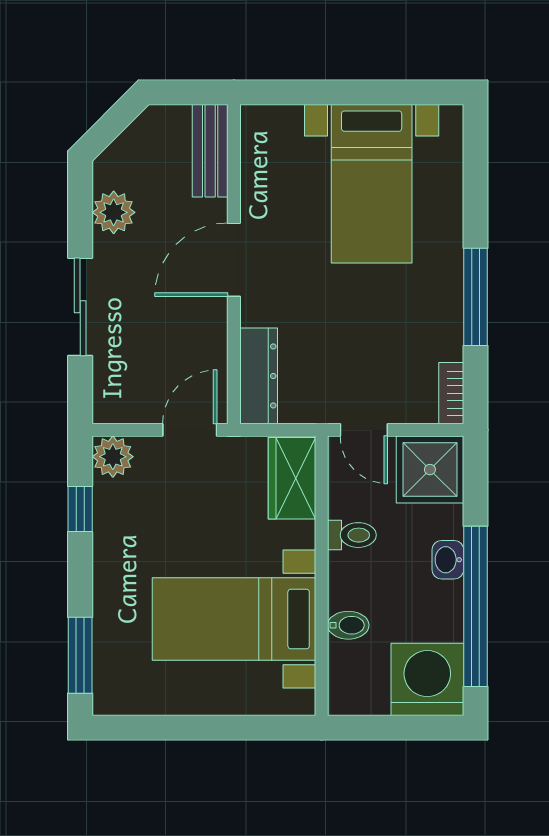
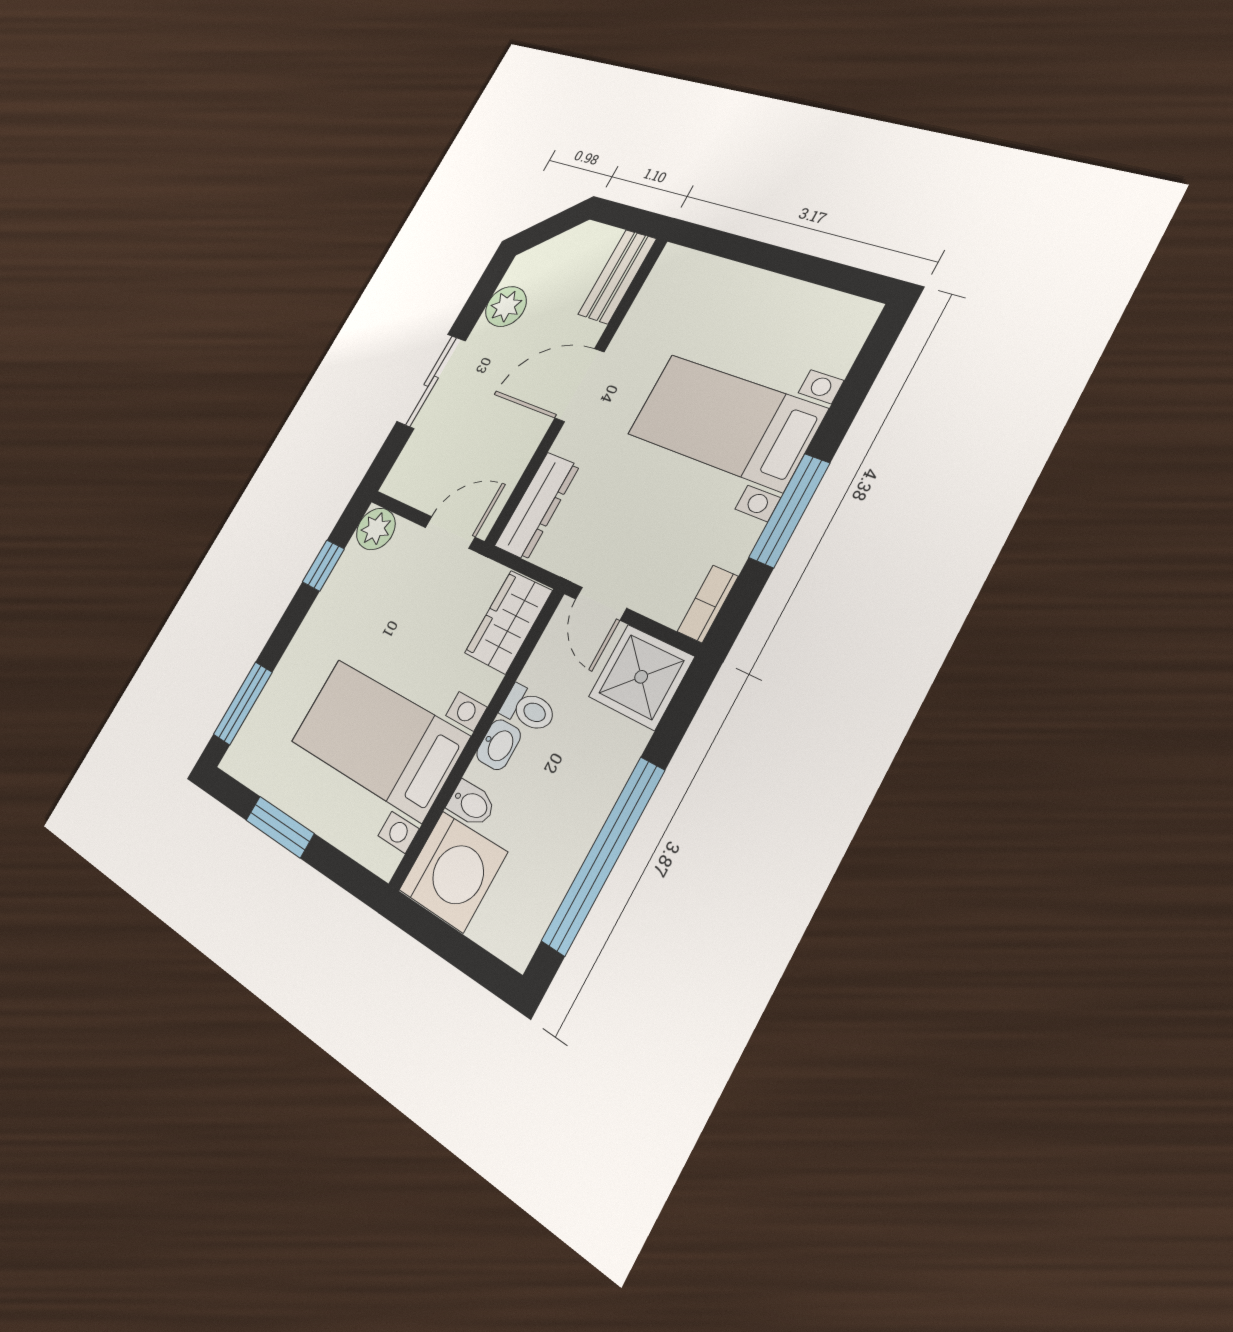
bed with nightstands: (372, 184) -> (725, 422), moved, turned 90
washbasin: (448, 560) -> (499, 745), moved, turned 180
washing machine: (427, 679) -> (453, 871), moved, turned 90
window: (188, 728) -> (280, 827), added

